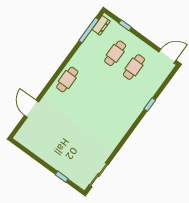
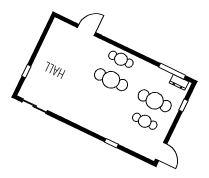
cafe table: (115, 53) -> (155, 101), width x1.37, depth x1.35
cafe table: (86, 93) -> (111, 80), added

